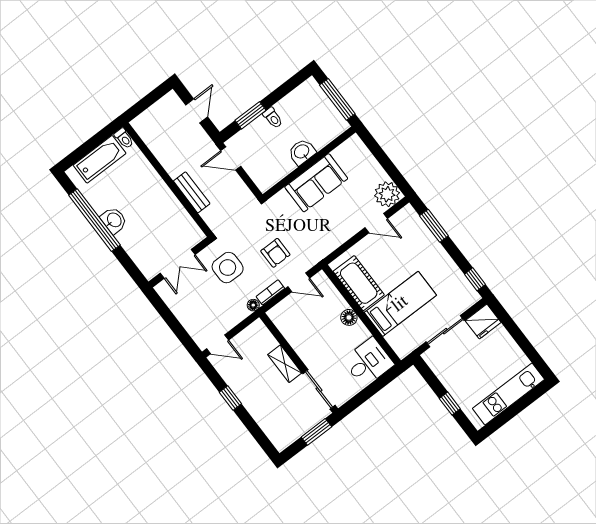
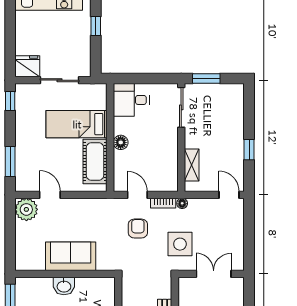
shelving: (285, 364) -> (192, 165), moved

